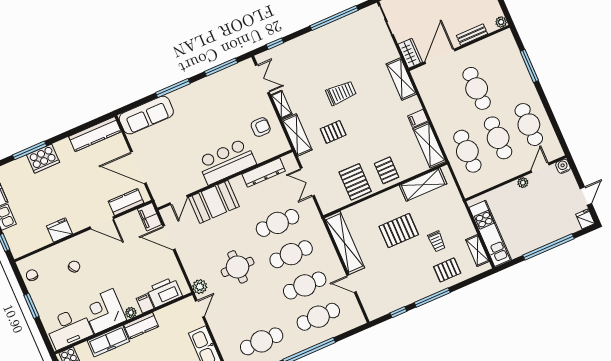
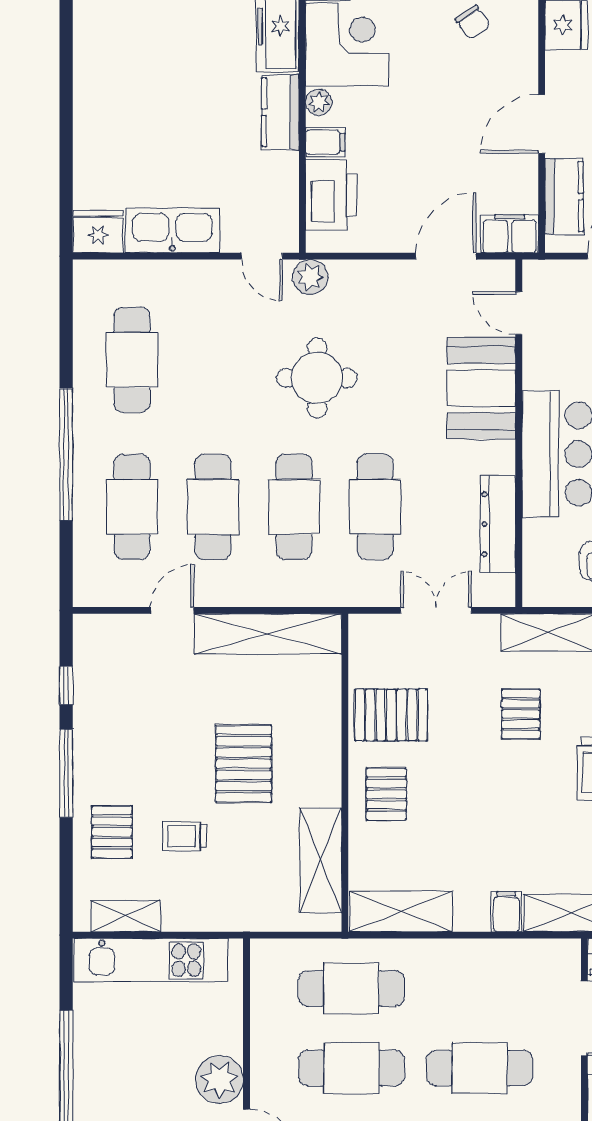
filing cabinet: (418, 118) -> (506, 912), moved
pallet: (387, 170) -> (386, 794), turned 90
plant: (523, 183) -> (219, 1080), width x1.88, depth x1.88

